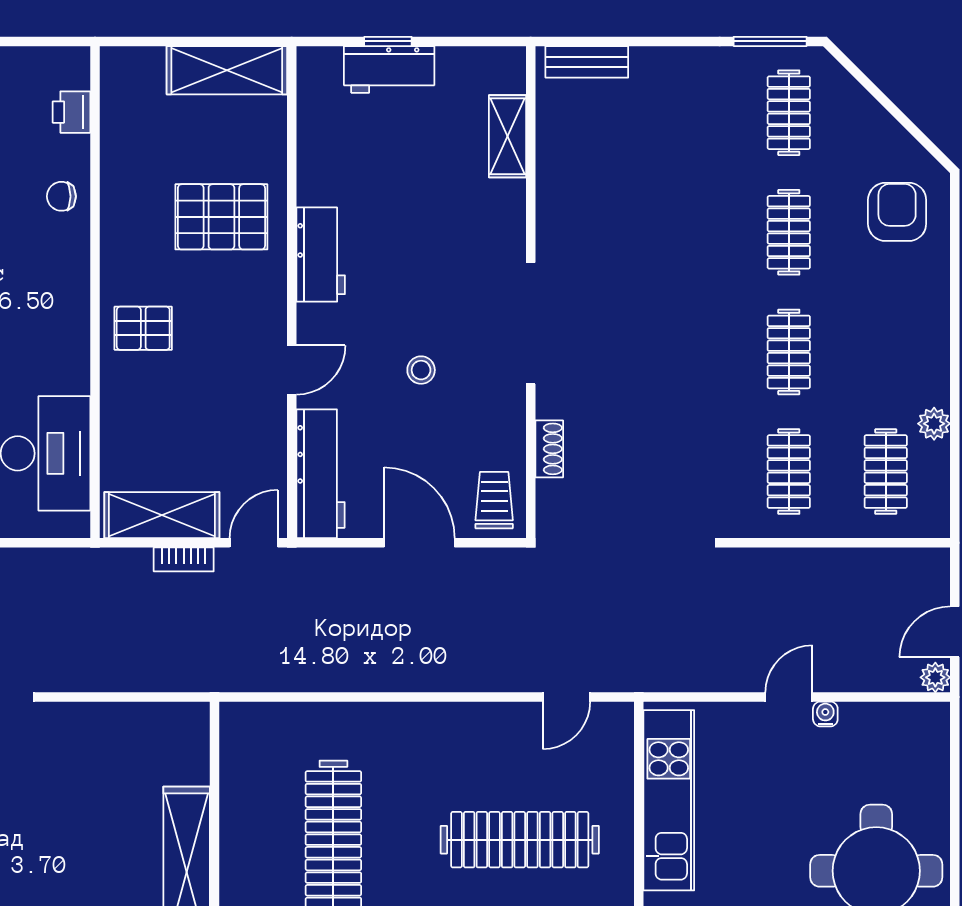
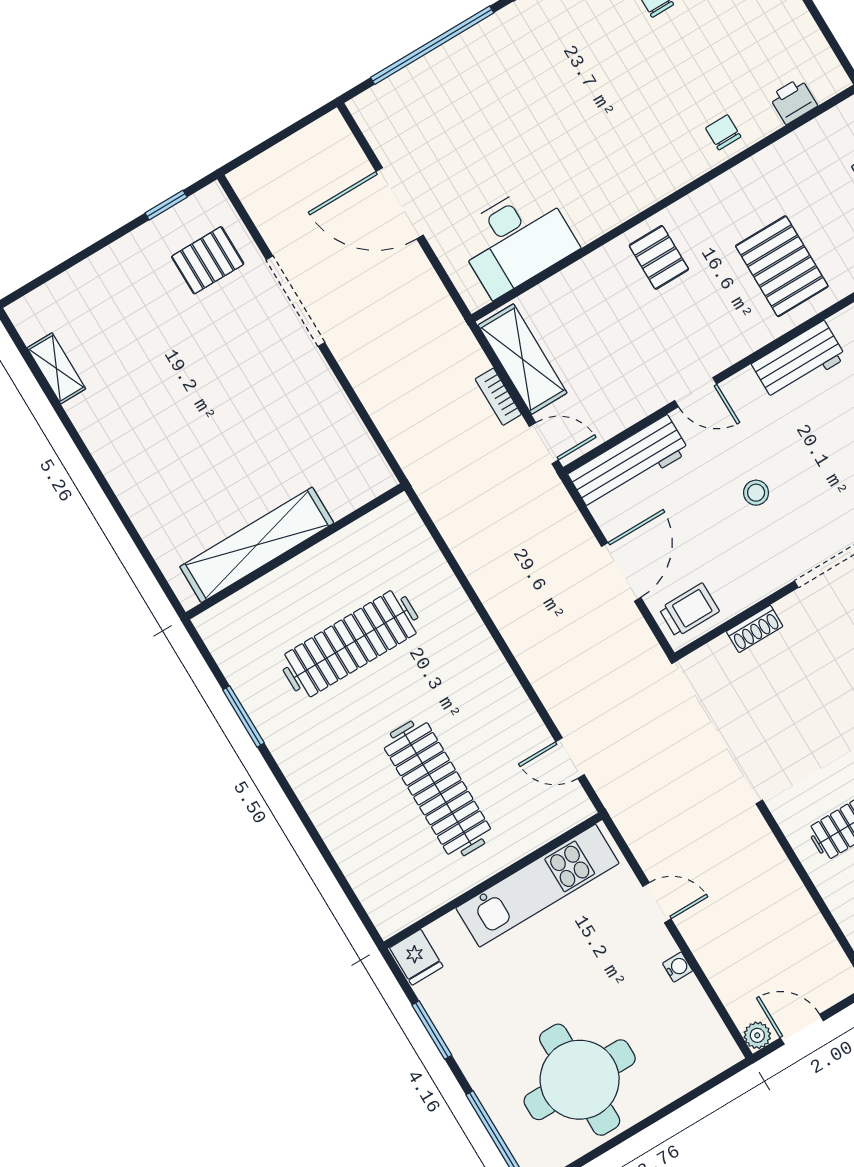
door: (789, 697) -> (657, 903), moved

